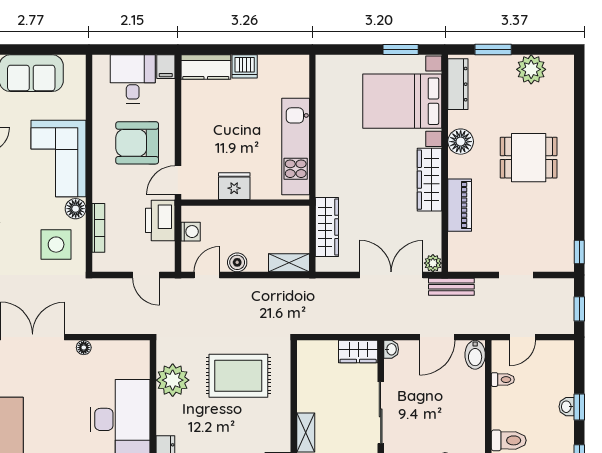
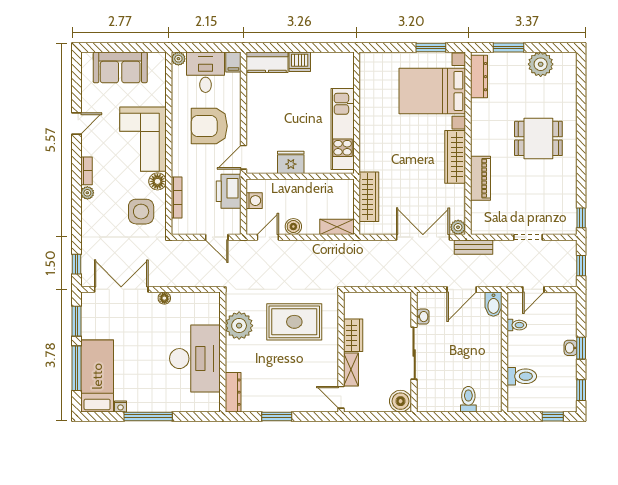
plant: (100, 63) -> (178, 59), added
floor lamp: (461, 142) -> (481, 125), removed
washbasin: (391, 349) -> (423, 317), moved
wardrobe: (358, 352) -> (353, 335), moved, turned -90

